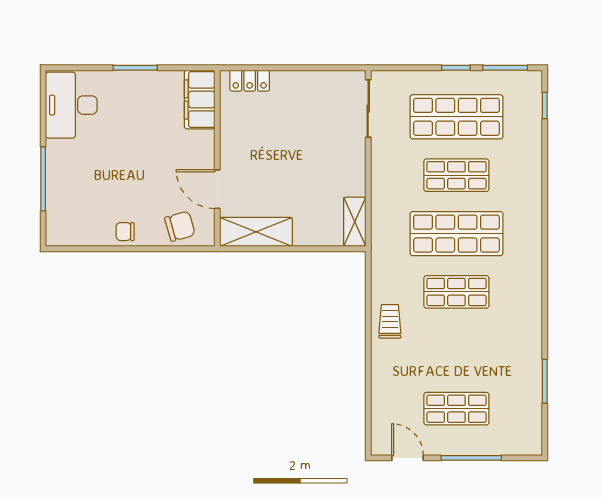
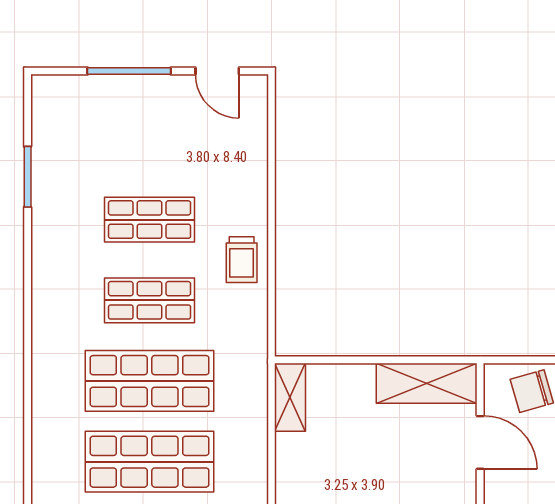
shop shelf: (456, 175) -> (150, 462), width x1.43, depth x1.36
shop shelf: (456, 409) -> (150, 220), moved

